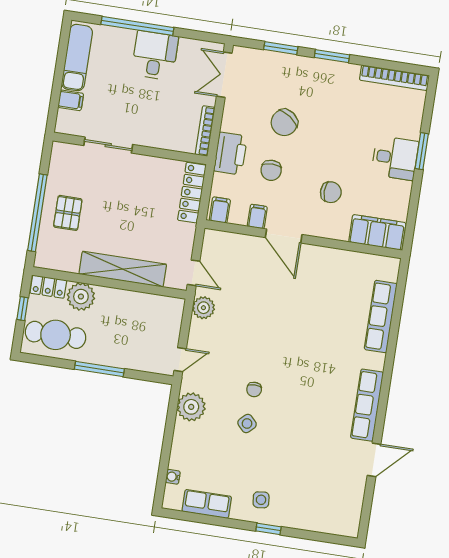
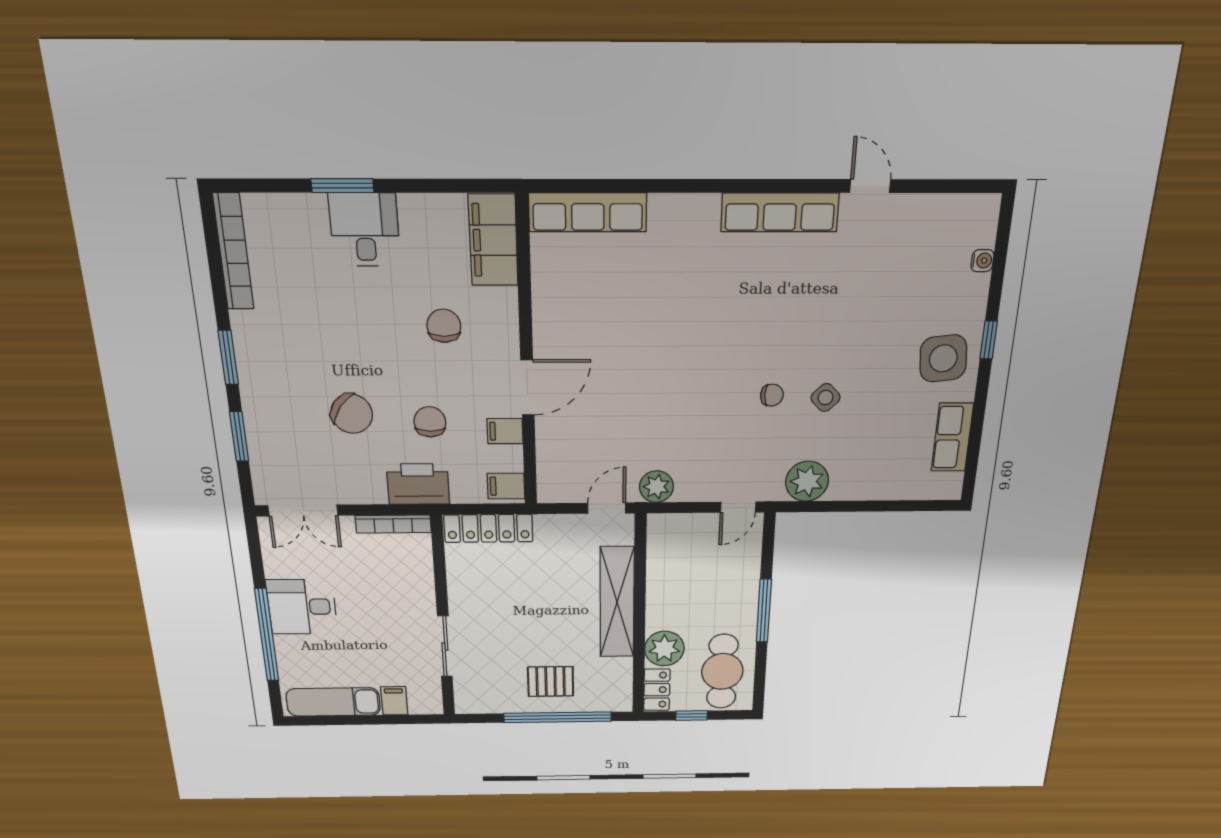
chair: (271, 170) -> (430, 422), turned -89
row of seats: (381, 317) -> (588, 212), moved
door: (180, 360) -> (738, 507), swing flipped
door: (374, 460) -> (870, 186), width x0.73
water cooler: (173, 477) -> (982, 261), moved, turned -90
side table: (261, 500) -> (943, 358), width x1.87, depth x1.87

